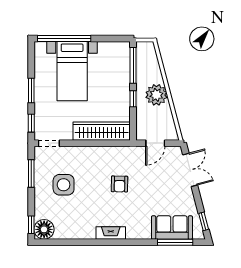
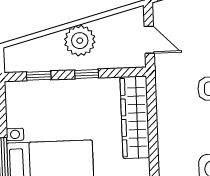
window: (133, 65) -> (39, 76), width x0.46

